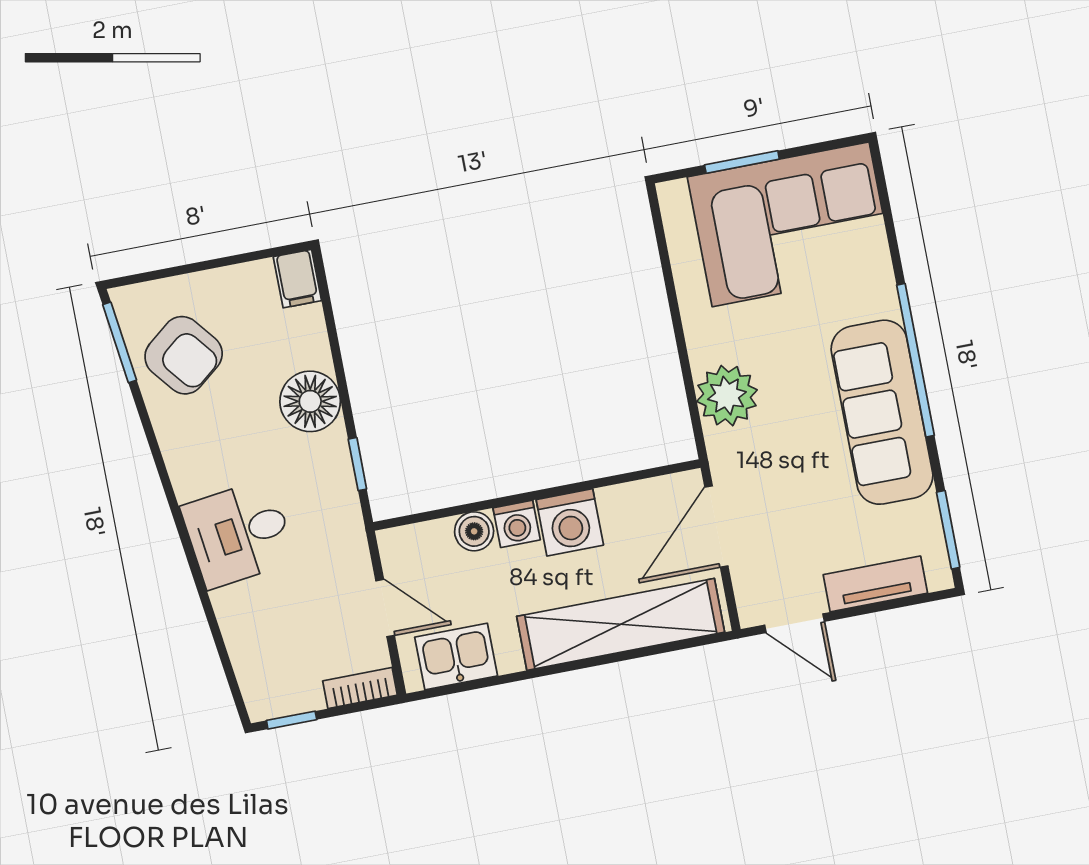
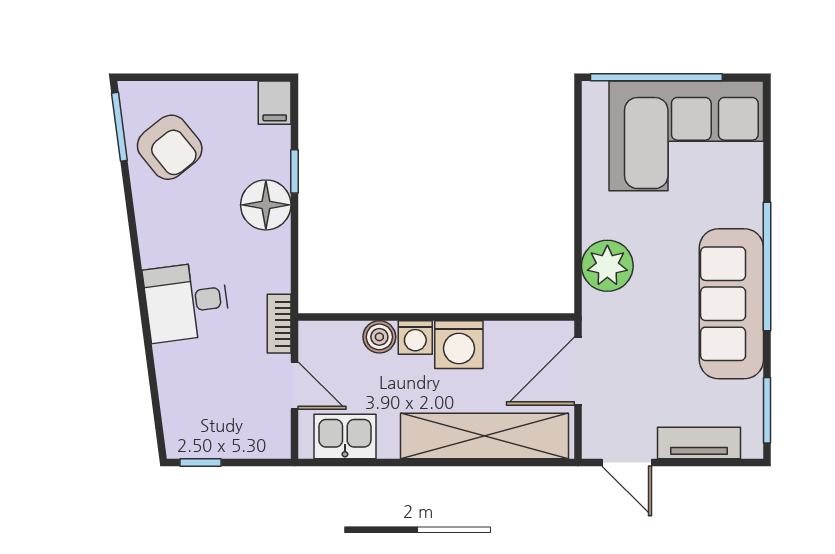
window: (742, 162) -> (656, 77), width x2.11
window: (357, 464) -> (295, 171), moved
bookcase: (360, 688) -> (279, 324), moved, turned -90

